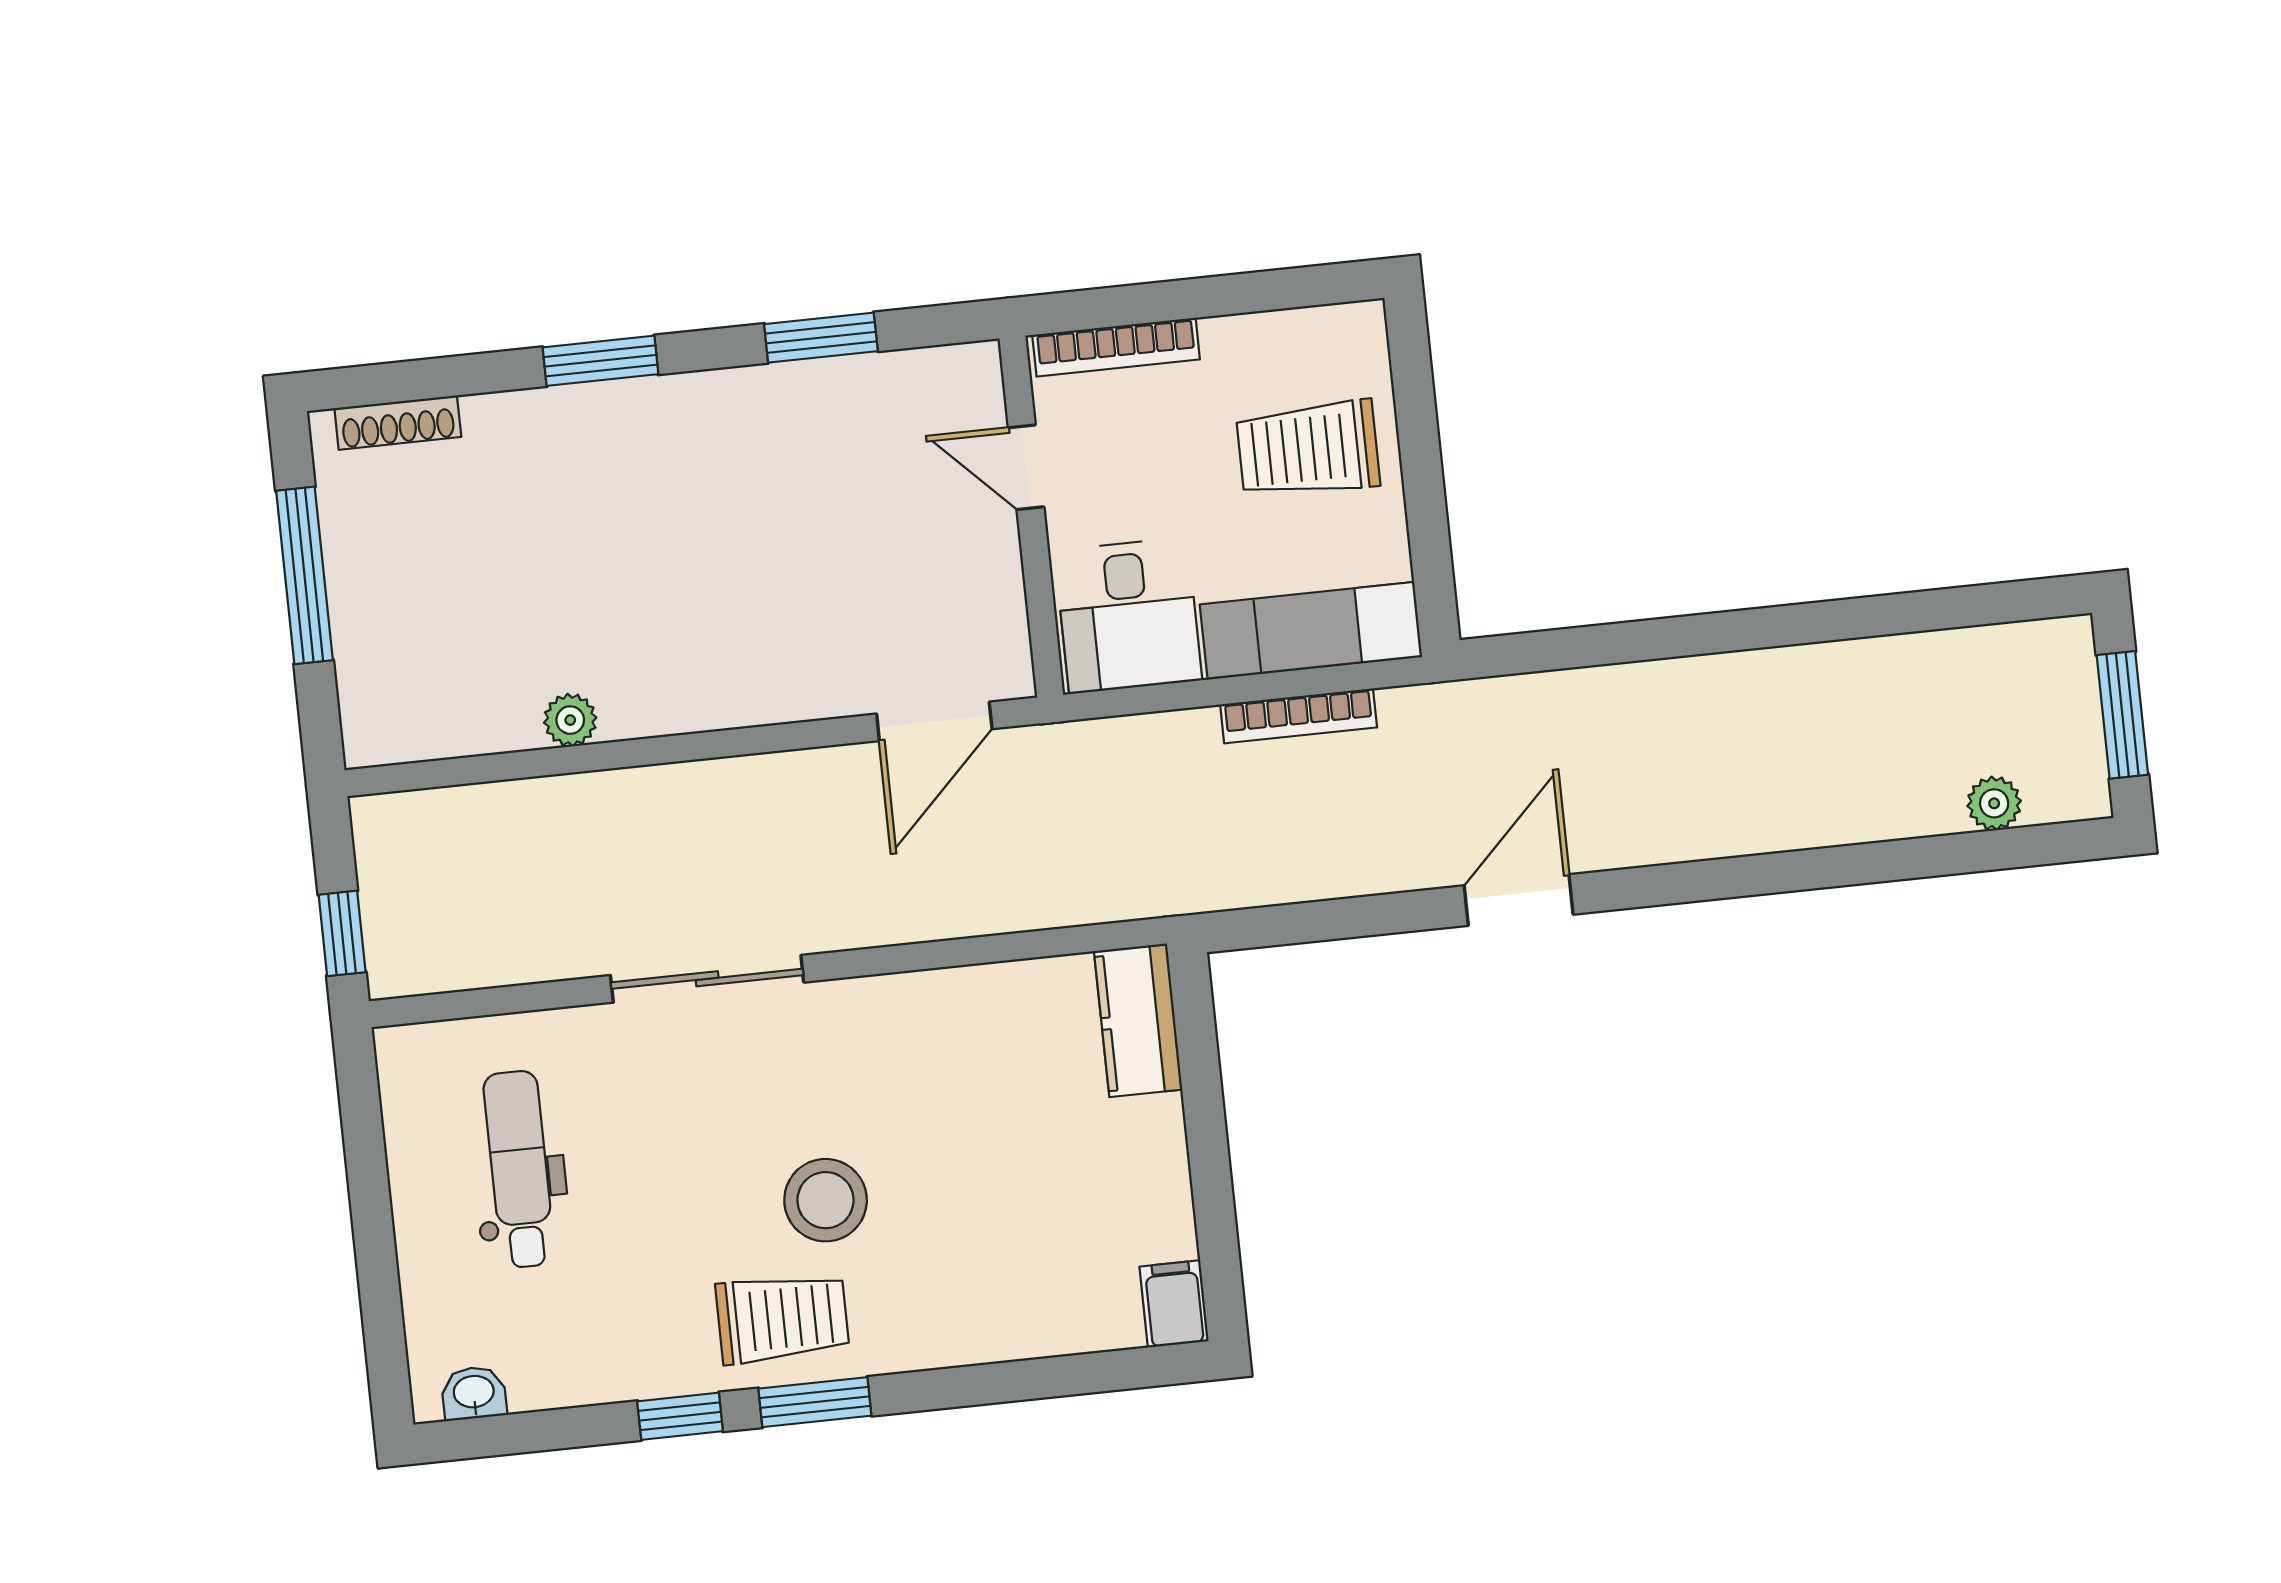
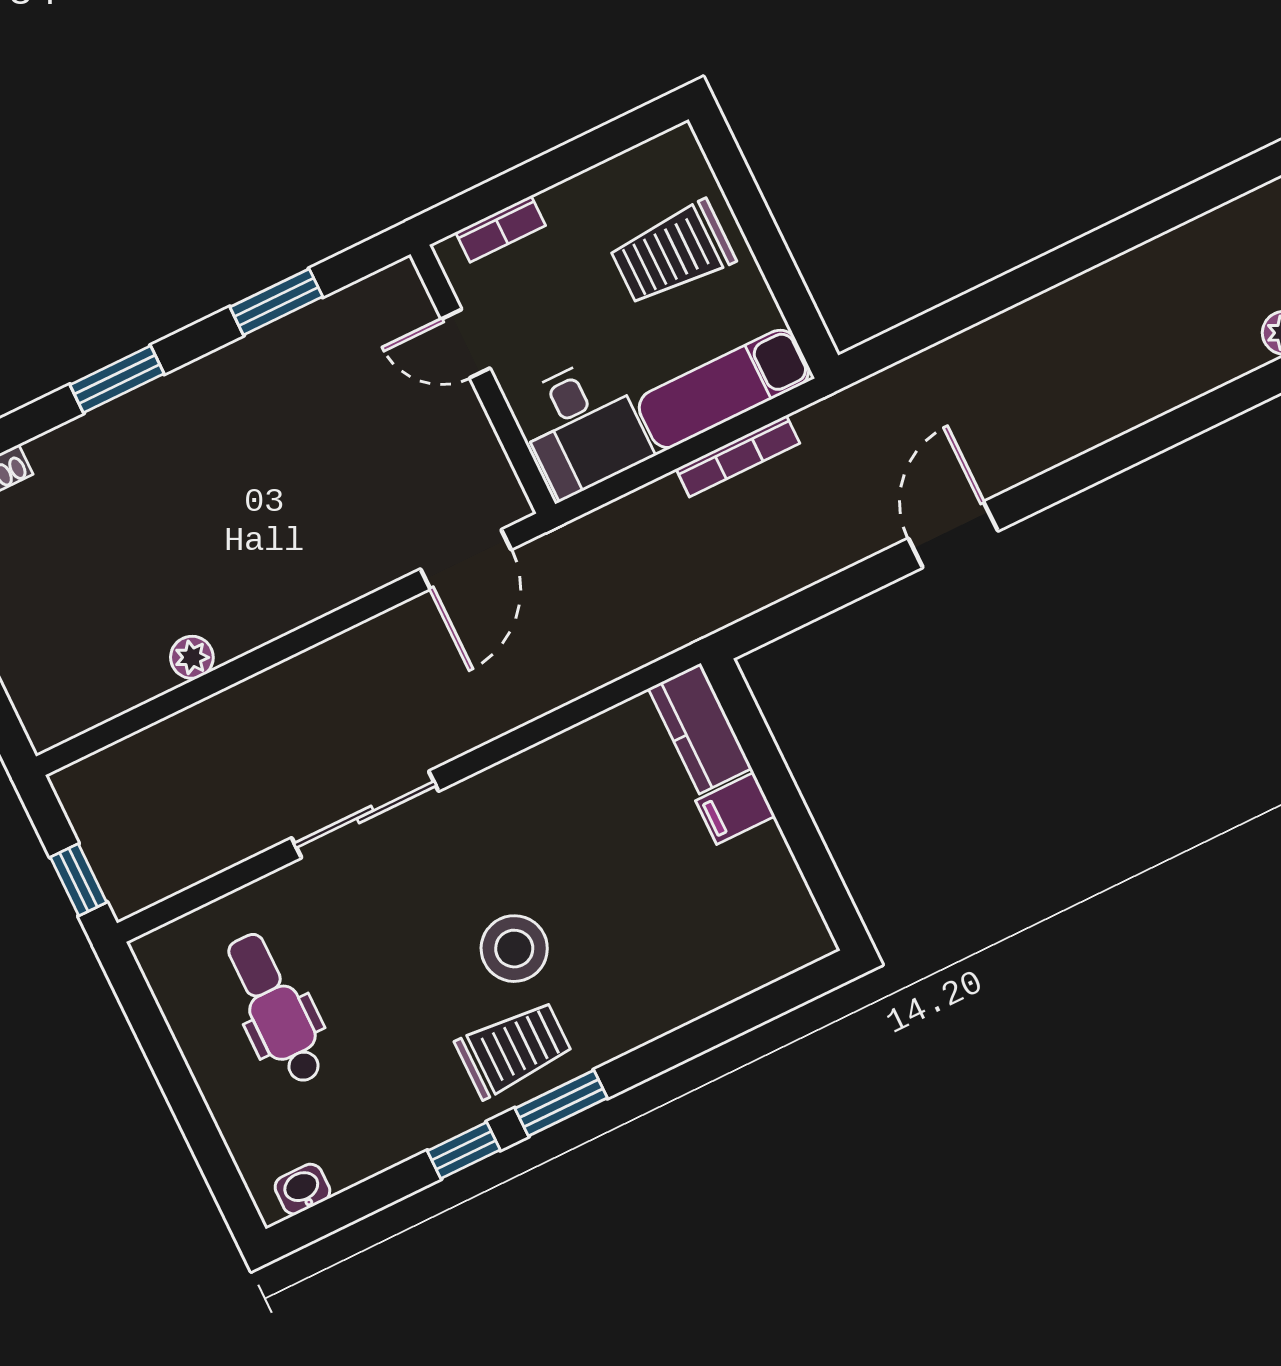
bookcase: (1116, 347) -> (501, 229), width x0.64
filing cabinet: (1174, 1304) -> (735, 808), moved, turned -90

